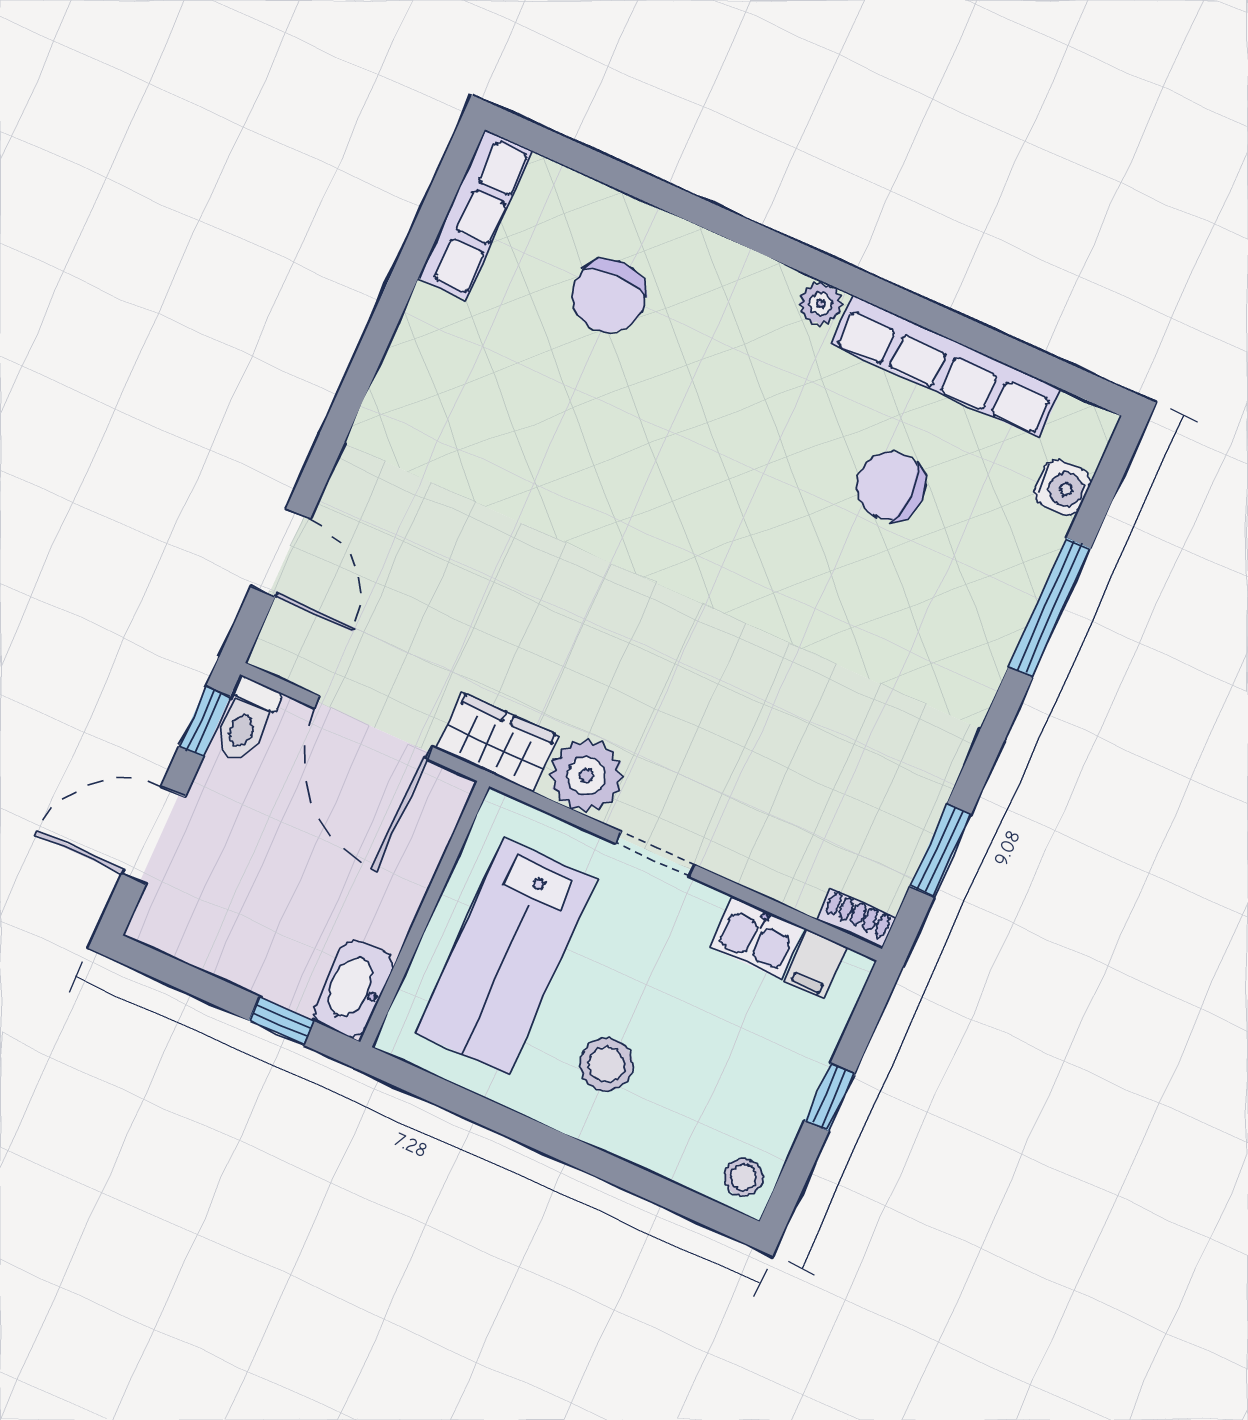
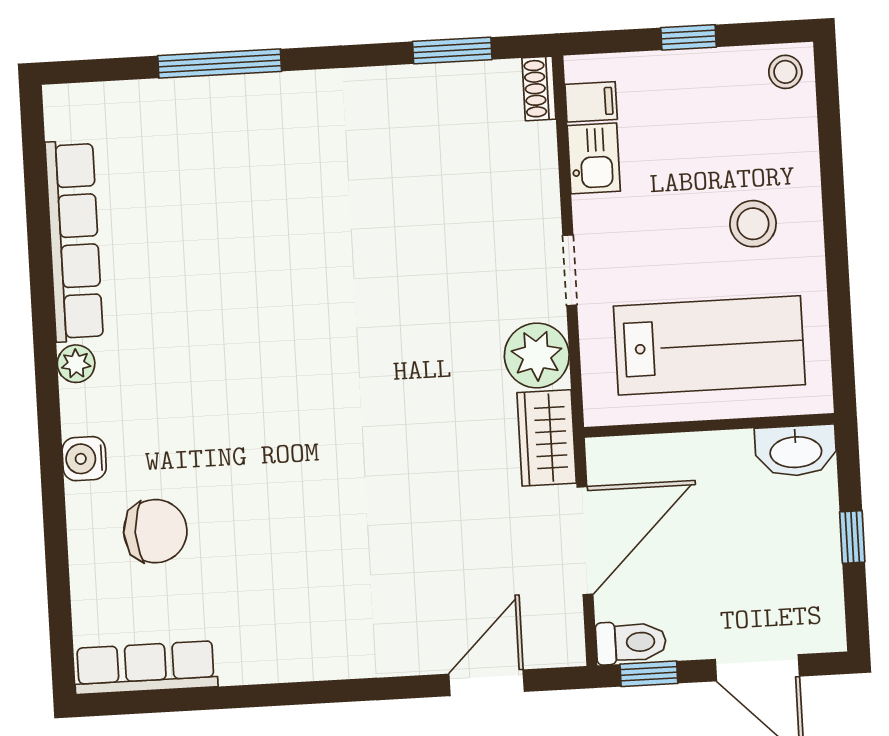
chair: (891, 486) -> (189, 236), removed
water cooler: (1062, 488) -> (84, 459), moved, turned -90
window: (281, 1021) -> (852, 537), moved

